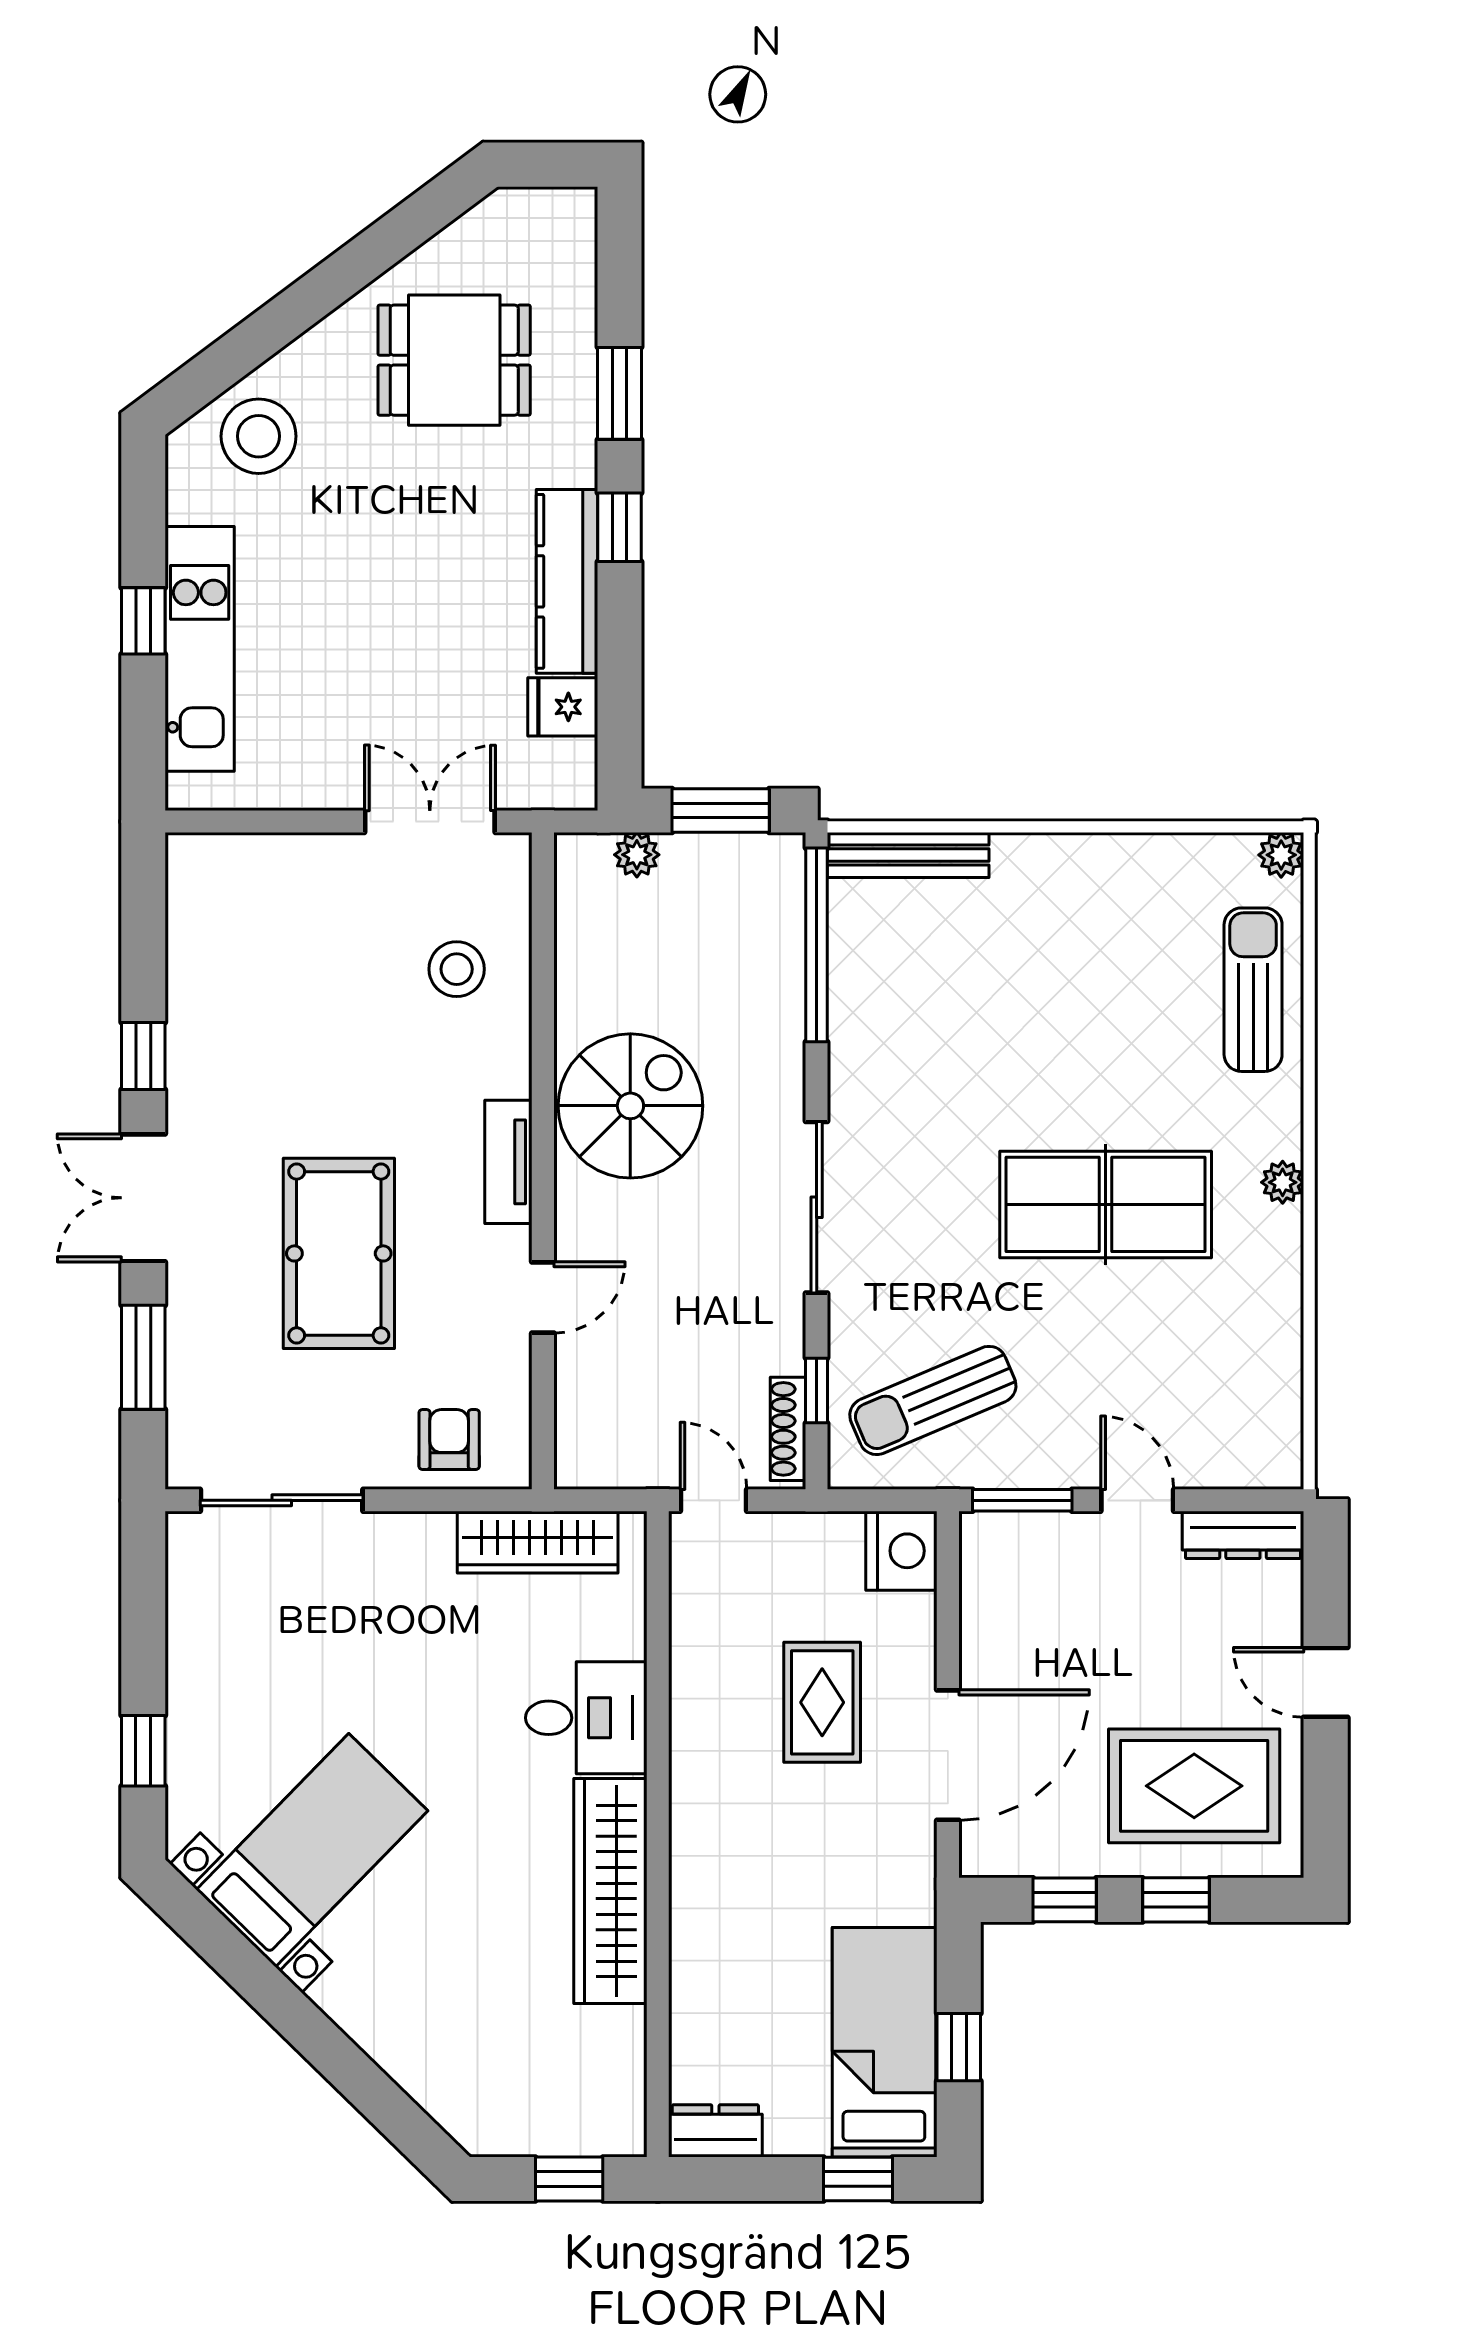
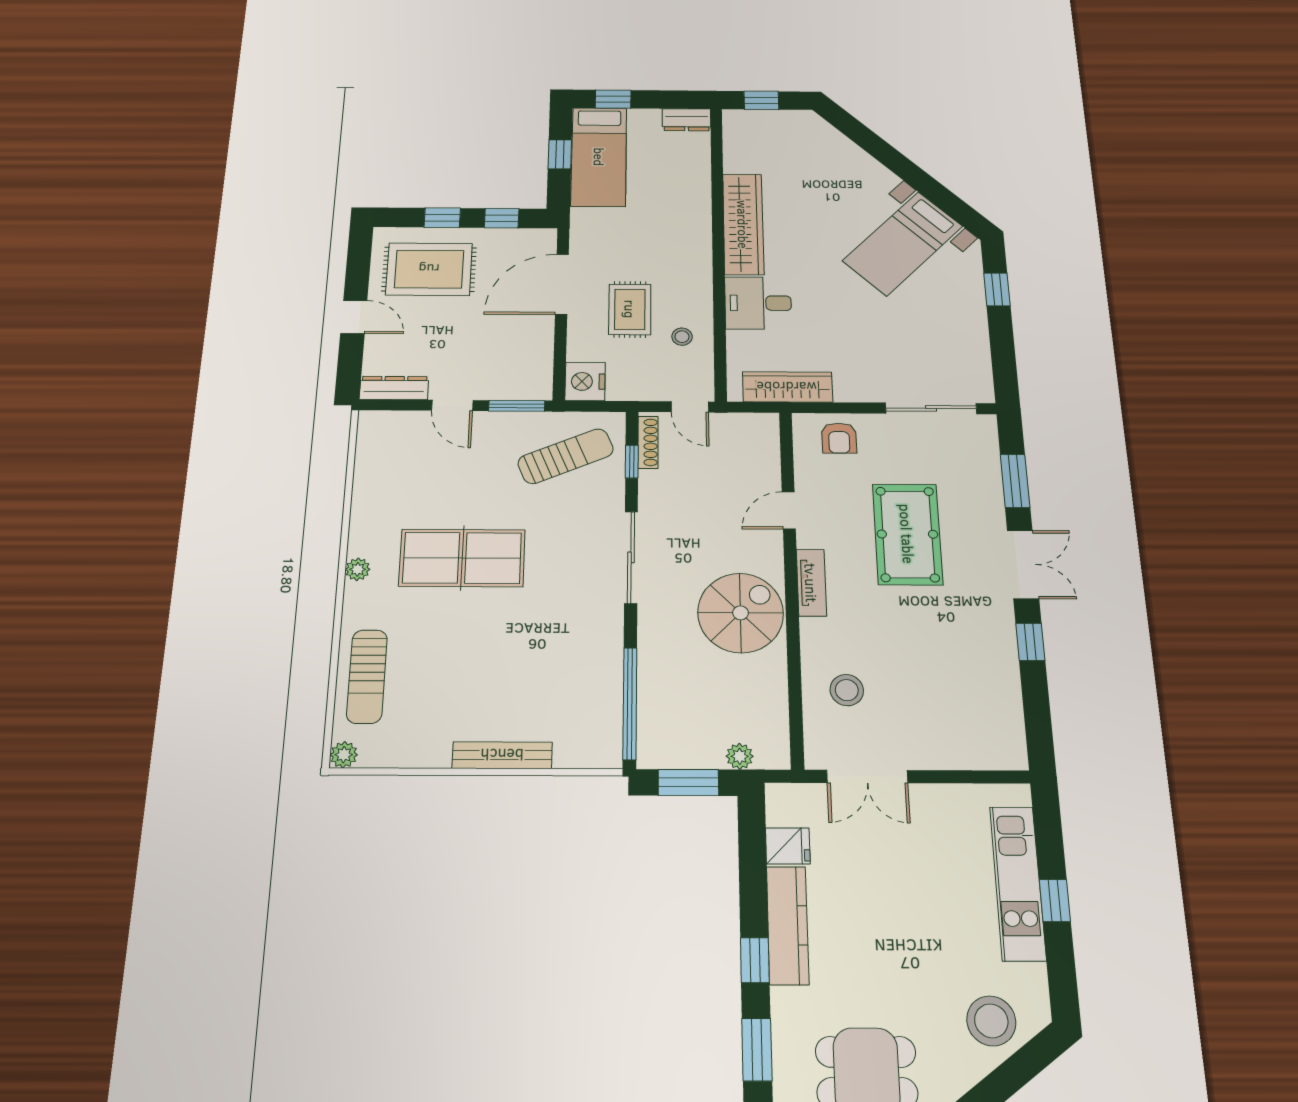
bench: (908, 855) -> (502, 755), moved
spiral stairs: (630, 1106) -> (741, 613), turned 180
stool: (727, 1645) -> (682, 337), added

